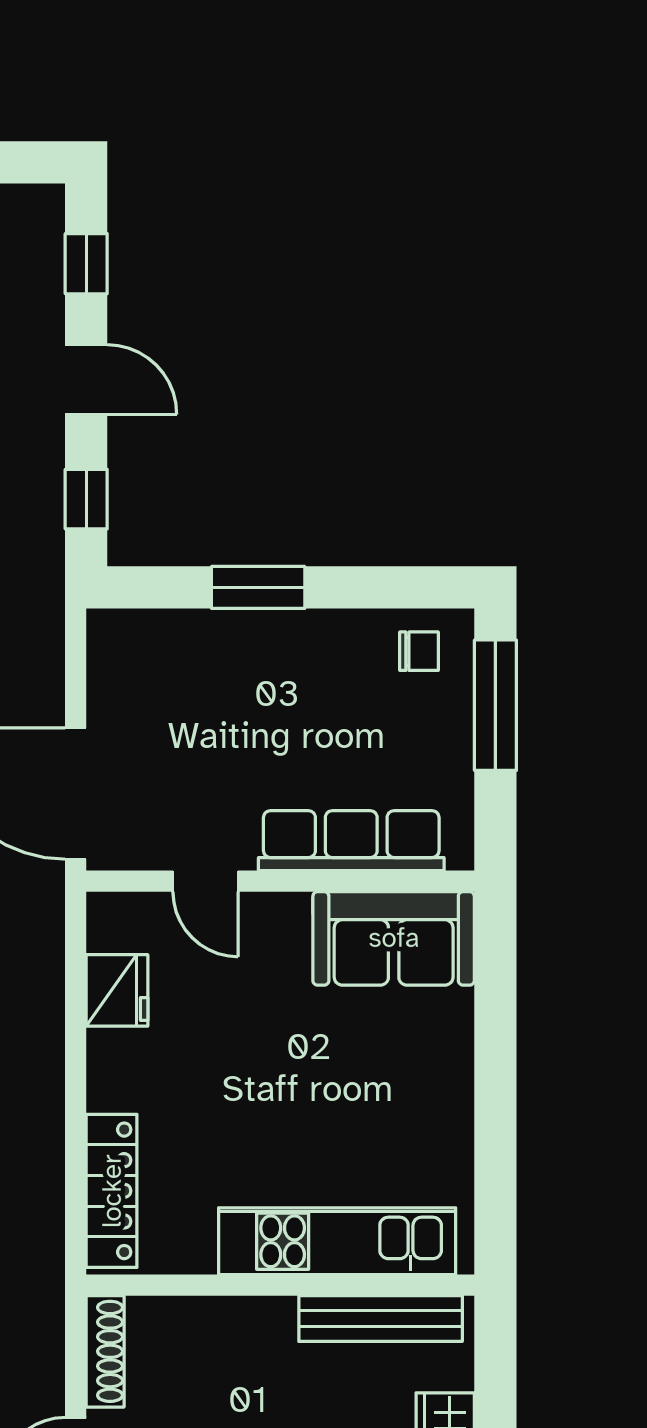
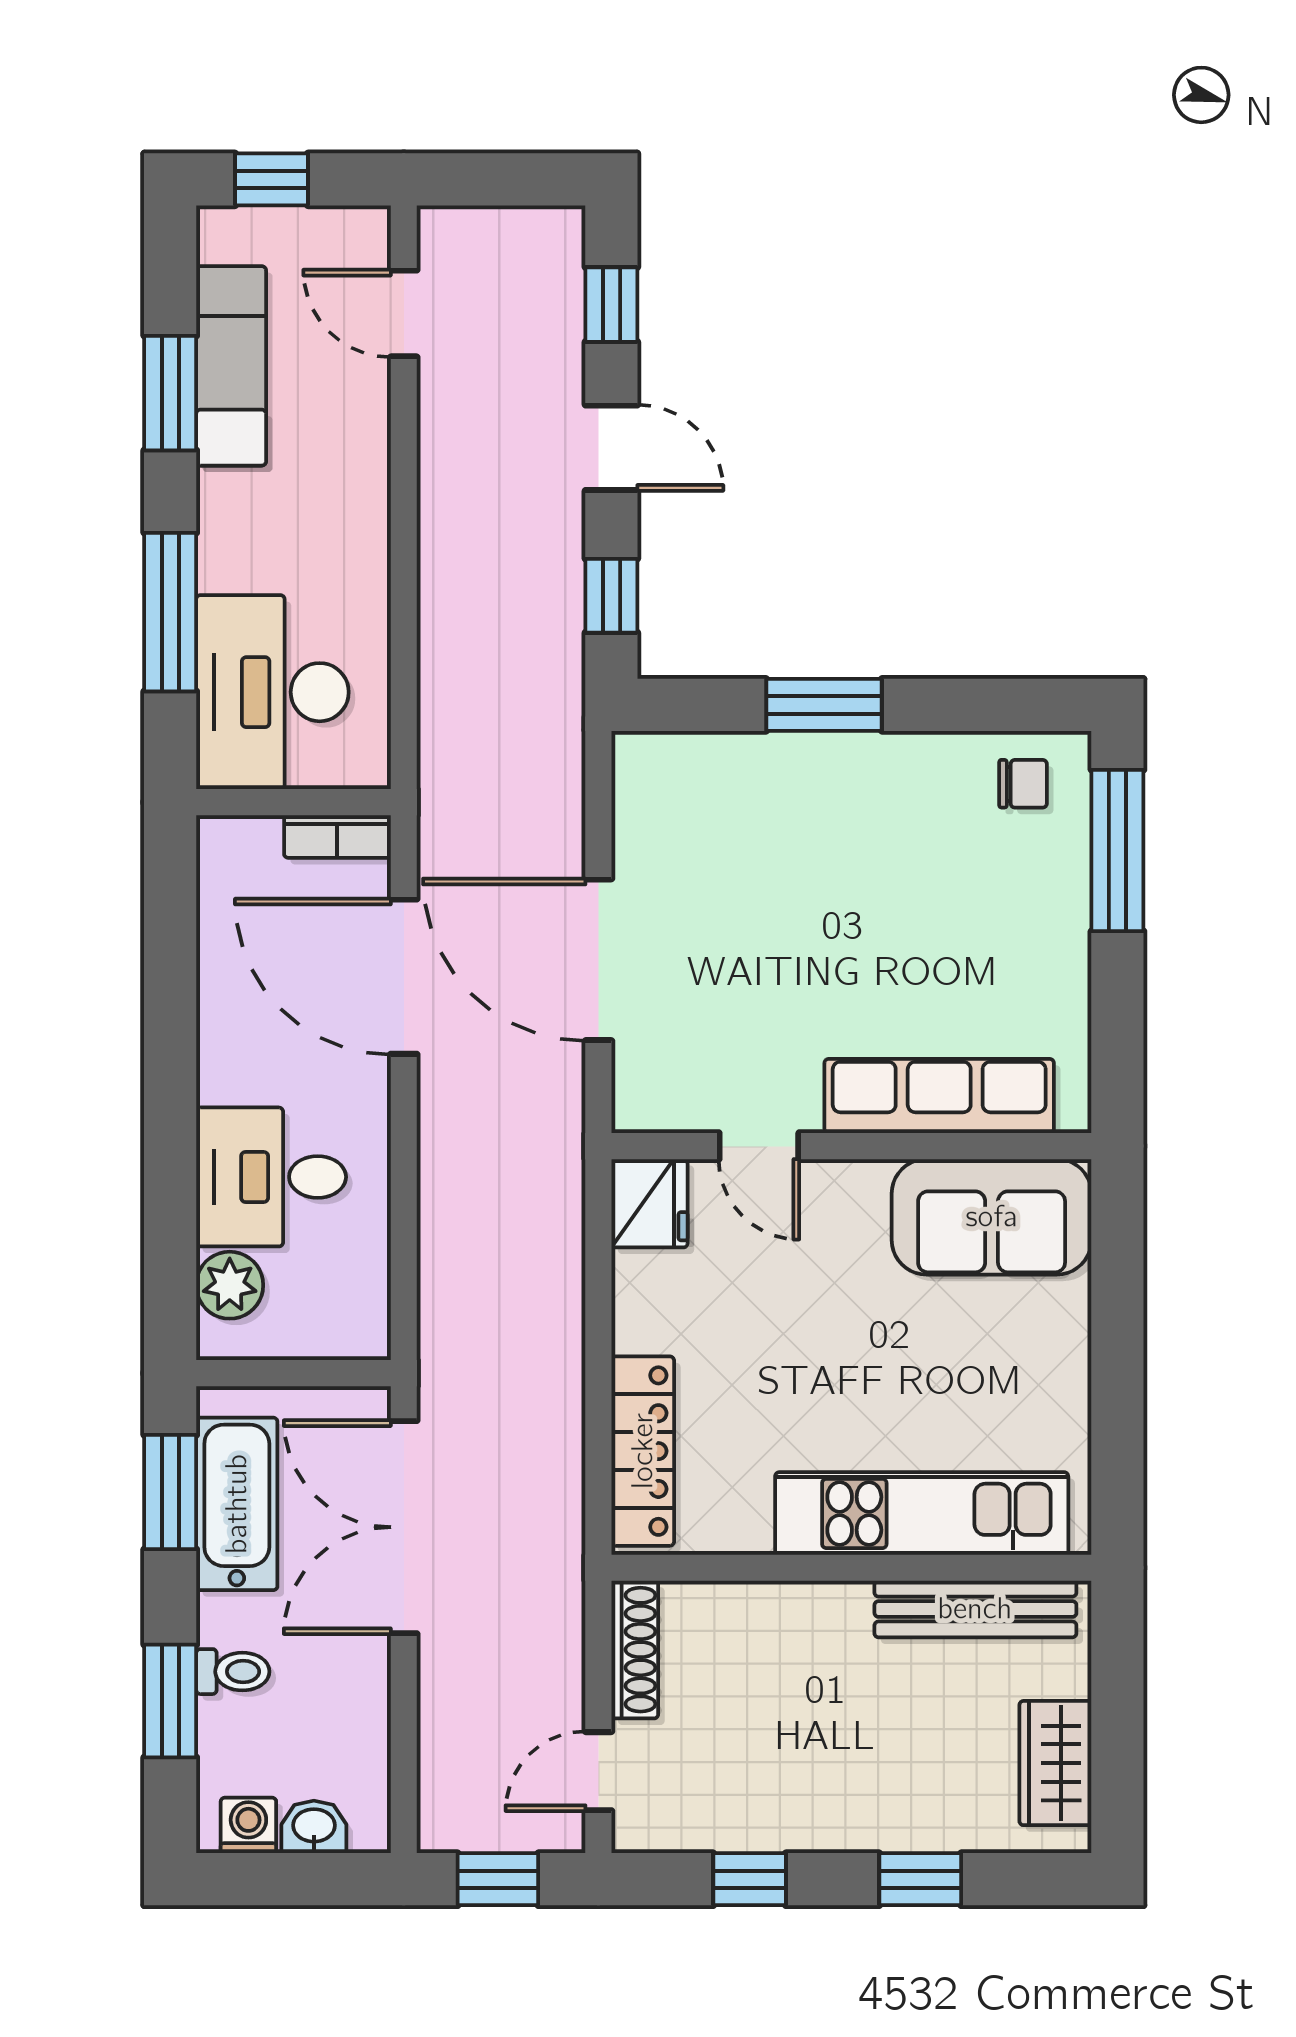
row of seats: (351, 841) -> (939, 1096), moved
door: (206, 881) -> (759, 1146), moved
wall: (280, 881) -> (851, 1146), moved
sofa: (394, 938) -> (992, 1217), moved

